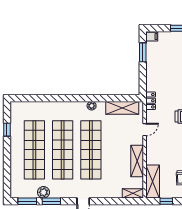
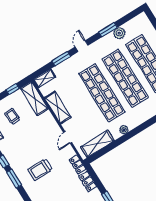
locker: (151, 80) -> (88, 181), added
window: (27, 201) -> (61, 59), moved

